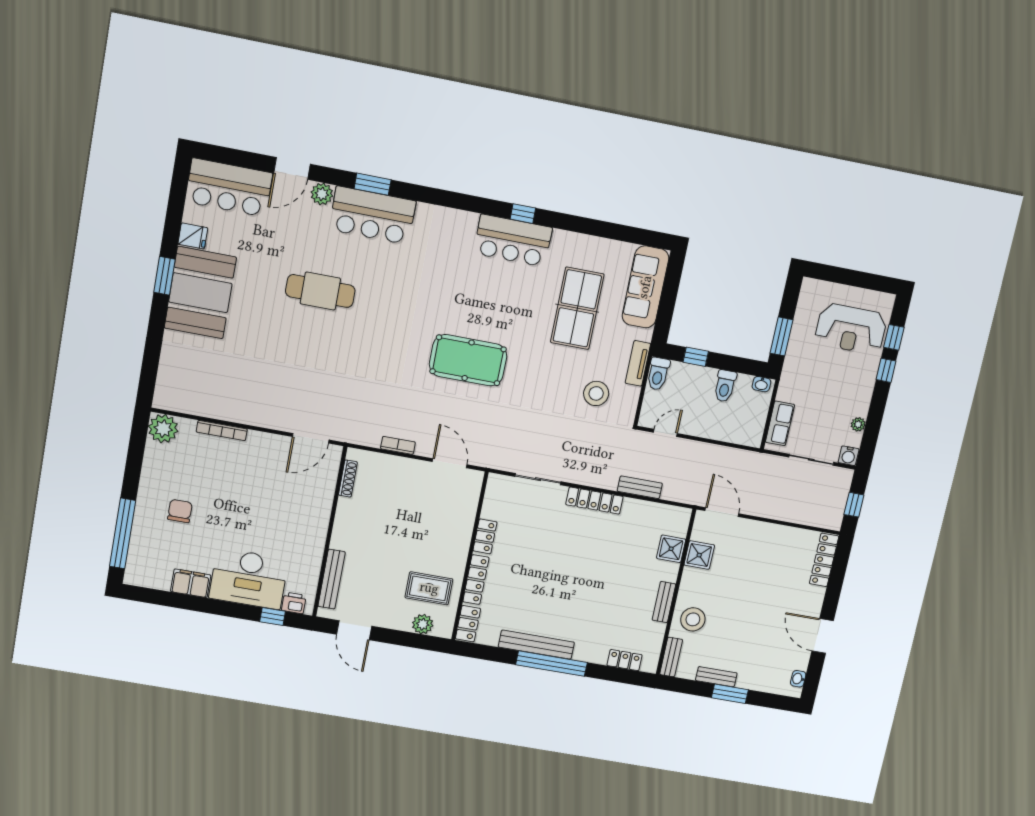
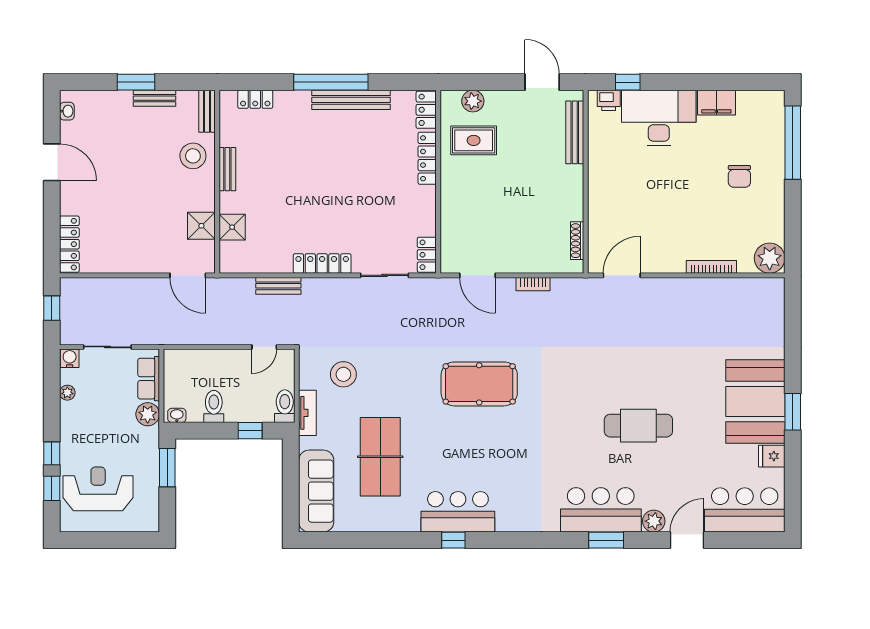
plant: (788, 390) -> (148, 414), added
locker: (485, 536) -> (427, 255), moved

